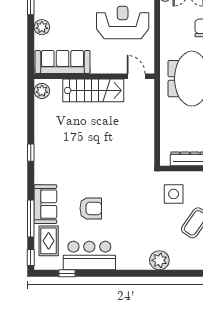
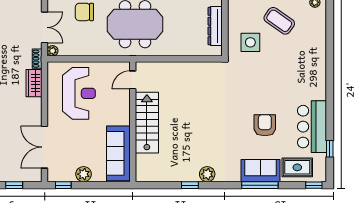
reception desk: (123, 22) -> (79, 93), turned 180
plant: (42, 91) -> (207, 174), moved
window: (31, 153) -> (190, 185), moved
window: (31, 218) -> (260, 185), moved
plant: (159, 260) -> (317, 57), removed

